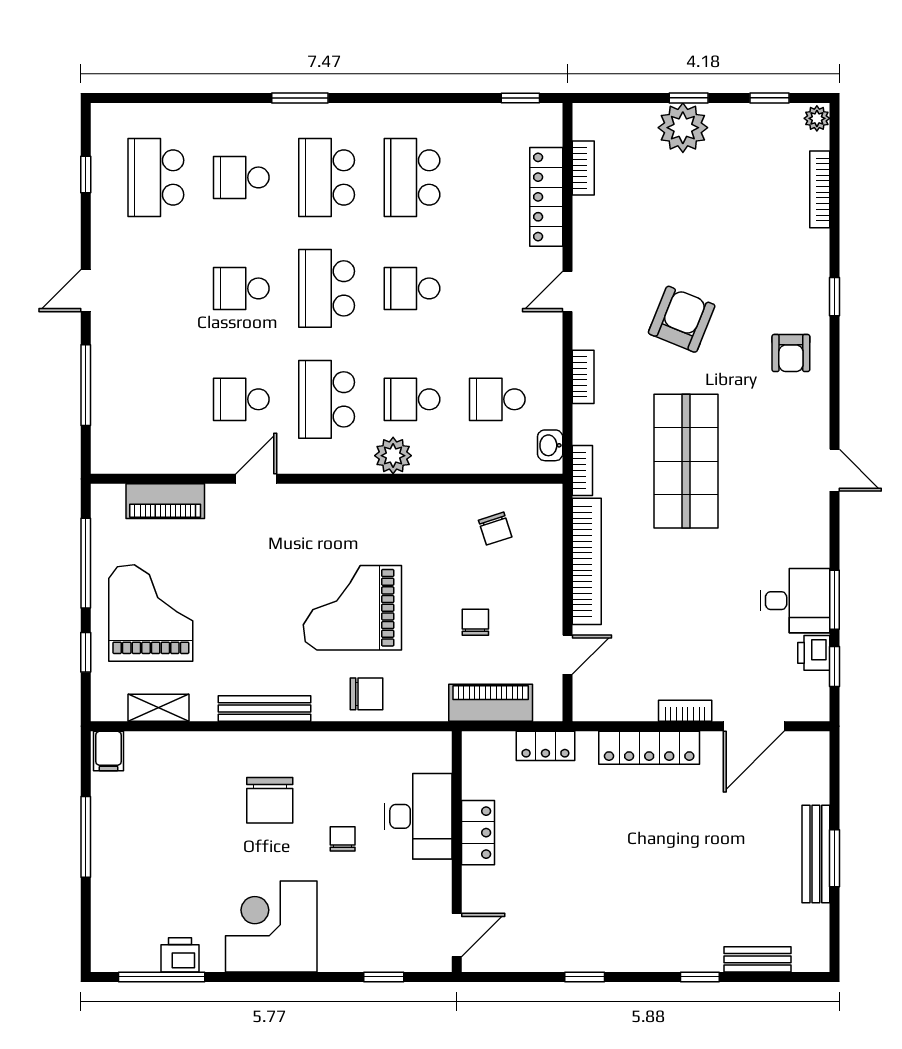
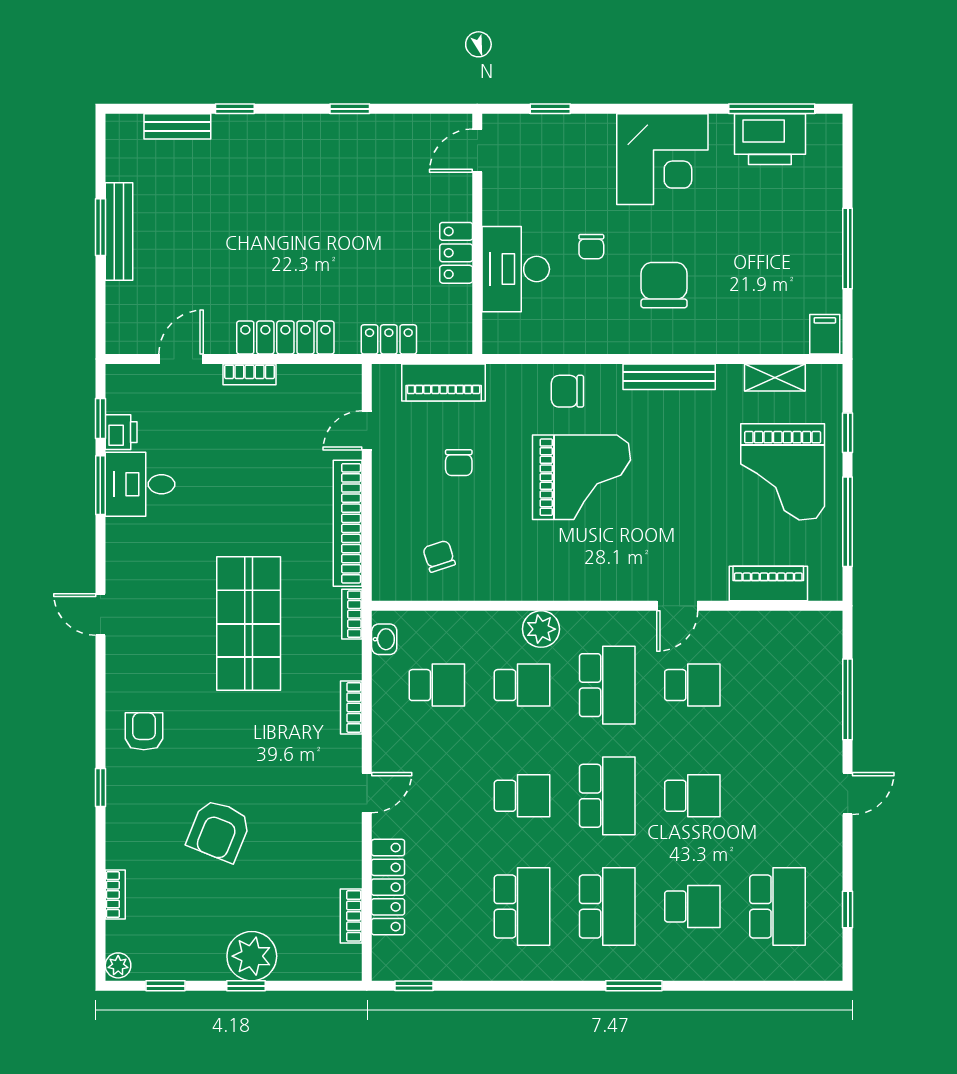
bookcase: (820, 189) -> (115, 895), width x0.64
armchair: (682, 319) -> (219, 831), moved
door: (754, 726) -> (181, 359), width x0.73
printer: (180, 955) -> (770, 139), width x1.87, depth x1.48

